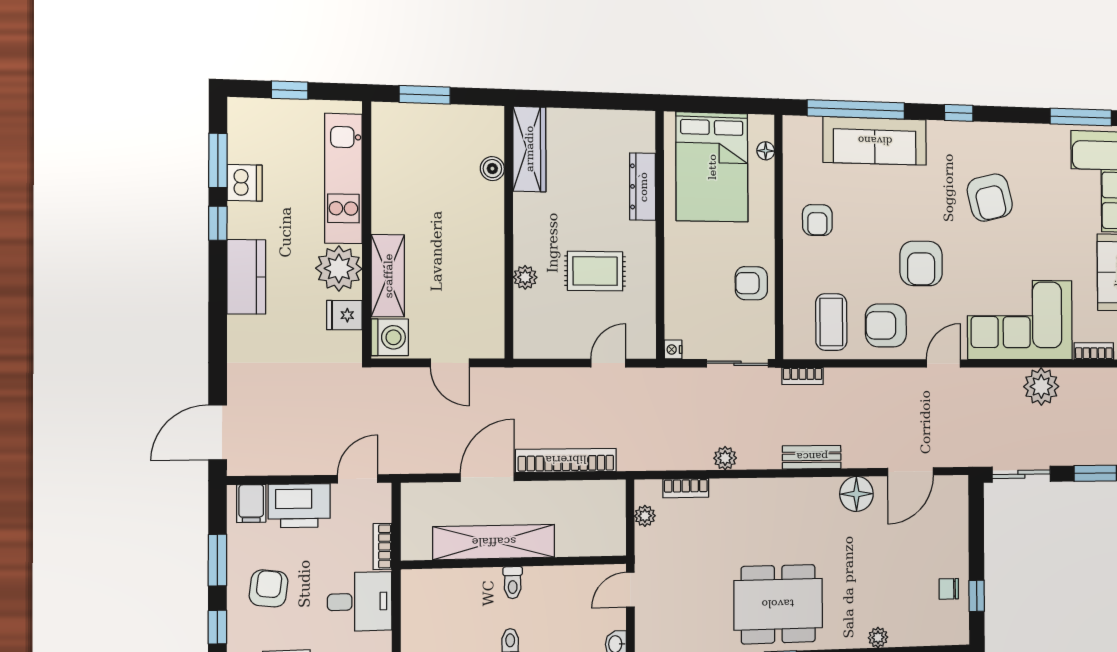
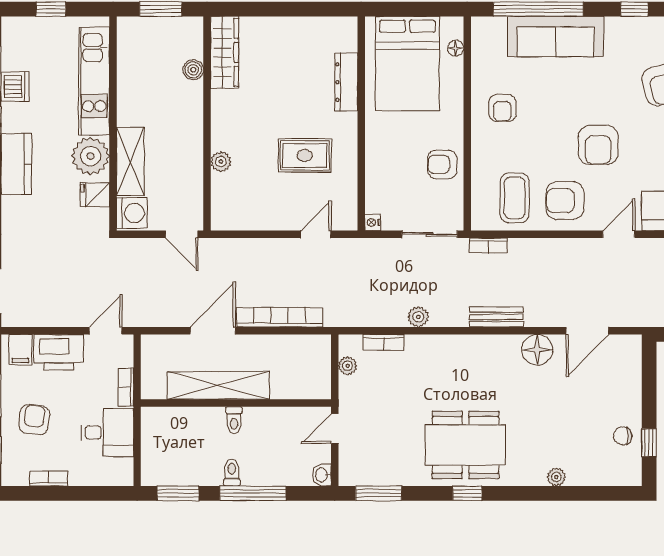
wardrobe: (529, 149) -> (225, 52), moved
boiler: (492, 169) -> (193, 70), moved
wall: (509, 232) -> (207, 123), moved
plant: (525, 277) -> (221, 162), moved

